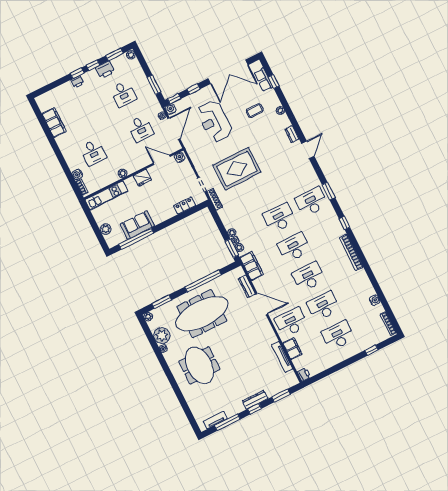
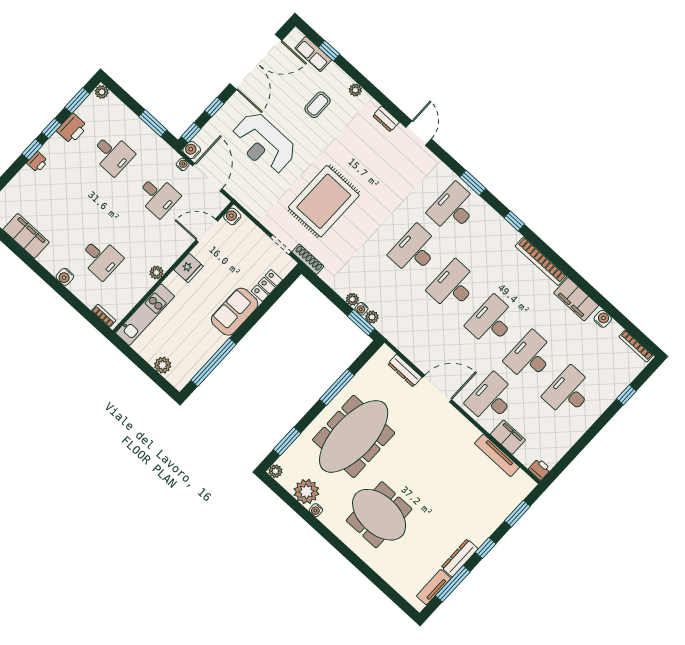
water cooler: (77, 174) -> (65, 277), moved
sofa: (137, 225) -> (235, 312), moved
filing cabinet: (252, 266) -> (576, 299), moved, turned 180
window: (203, 281) -> (337, 387), width x0.68
dresser: (255, 400) -> (460, 558), moved

